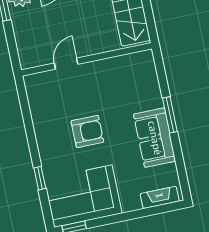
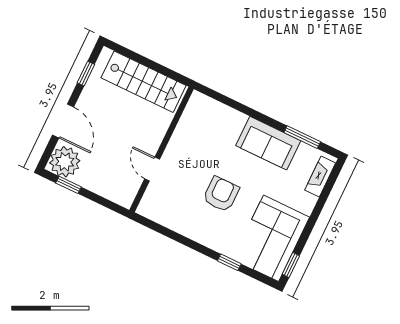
window: (170, 115) -> (302, 137), moved

